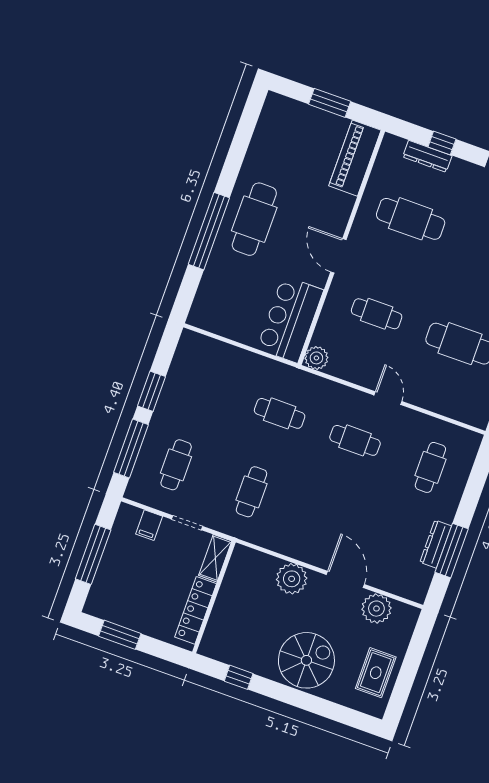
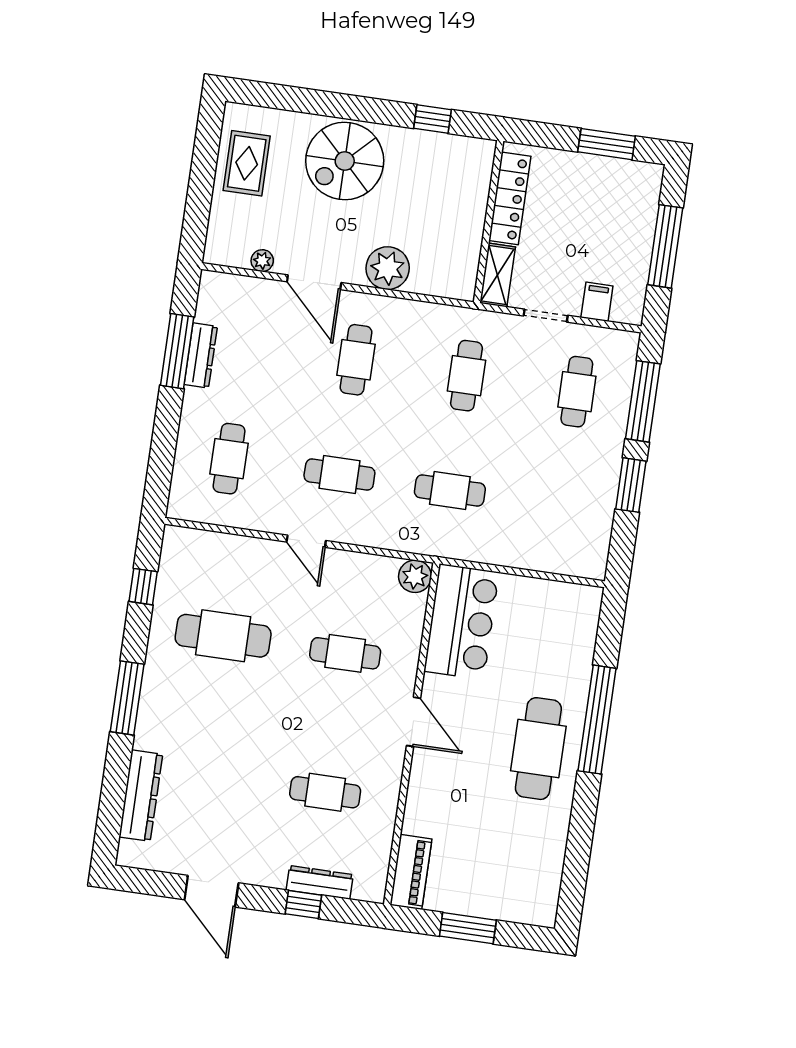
piano: (355, 158) -> (411, 872), width x0.73, depth x0.75
cafe table: (411, 219) -> (325, 792), width x0.73, depth x0.74
cafe table: (327, 519) -> (356, 360), added
plant: (376, 609) -> (262, 261), width x0.53, depth x0.53

